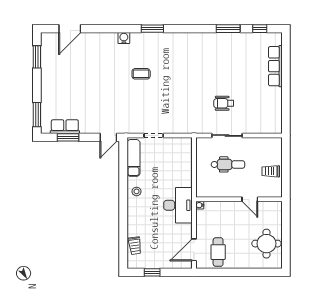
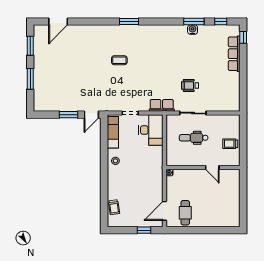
water cooler: (124, 38) -> (193, 30), moved
window: (286, 47) -> (243, 37), added
window: (37, 115) -> (30, 79), moved
row of seats: (65, 127) -> (162, 105), moved
window: (68, 137) -> (69, 115), moved
dental chair: (228, 164) -> (194, 138), turned 180
desk: (178, 205) -> (151, 130), moved
round table: (266, 244) -> (227, 205), removed
window: (152, 272) -> (144, 230), moved

